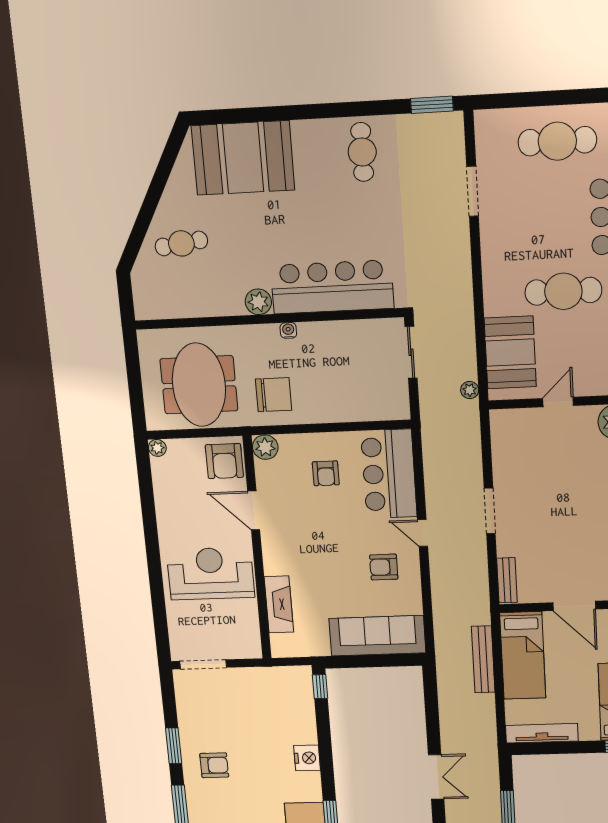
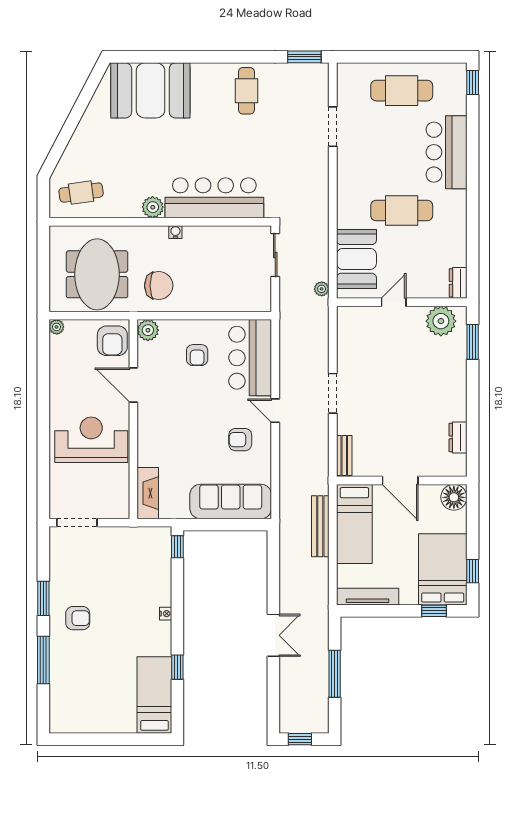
cafe table: (181, 243) -> (81, 193), moved
fireplace: (279, 604) -> (148, 493), moved
nightstand: (307, 758) -> (166, 614), width x0.53, depth x0.56

